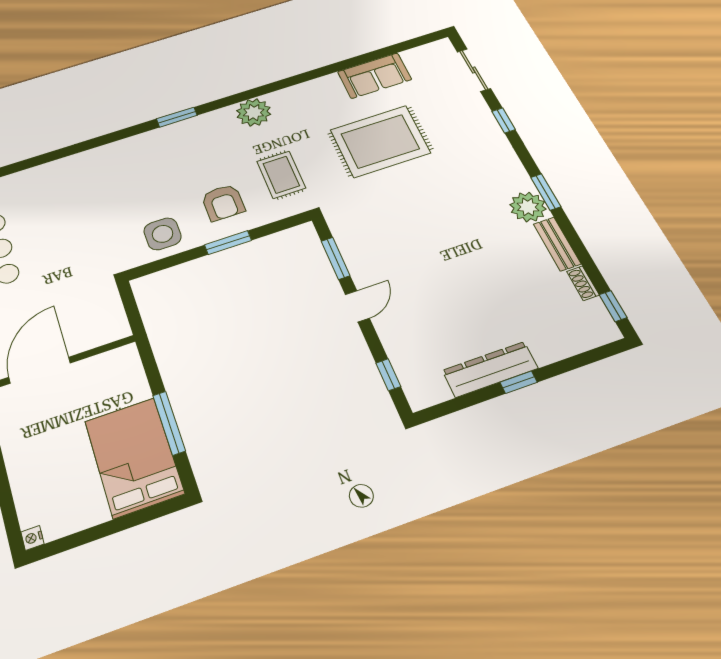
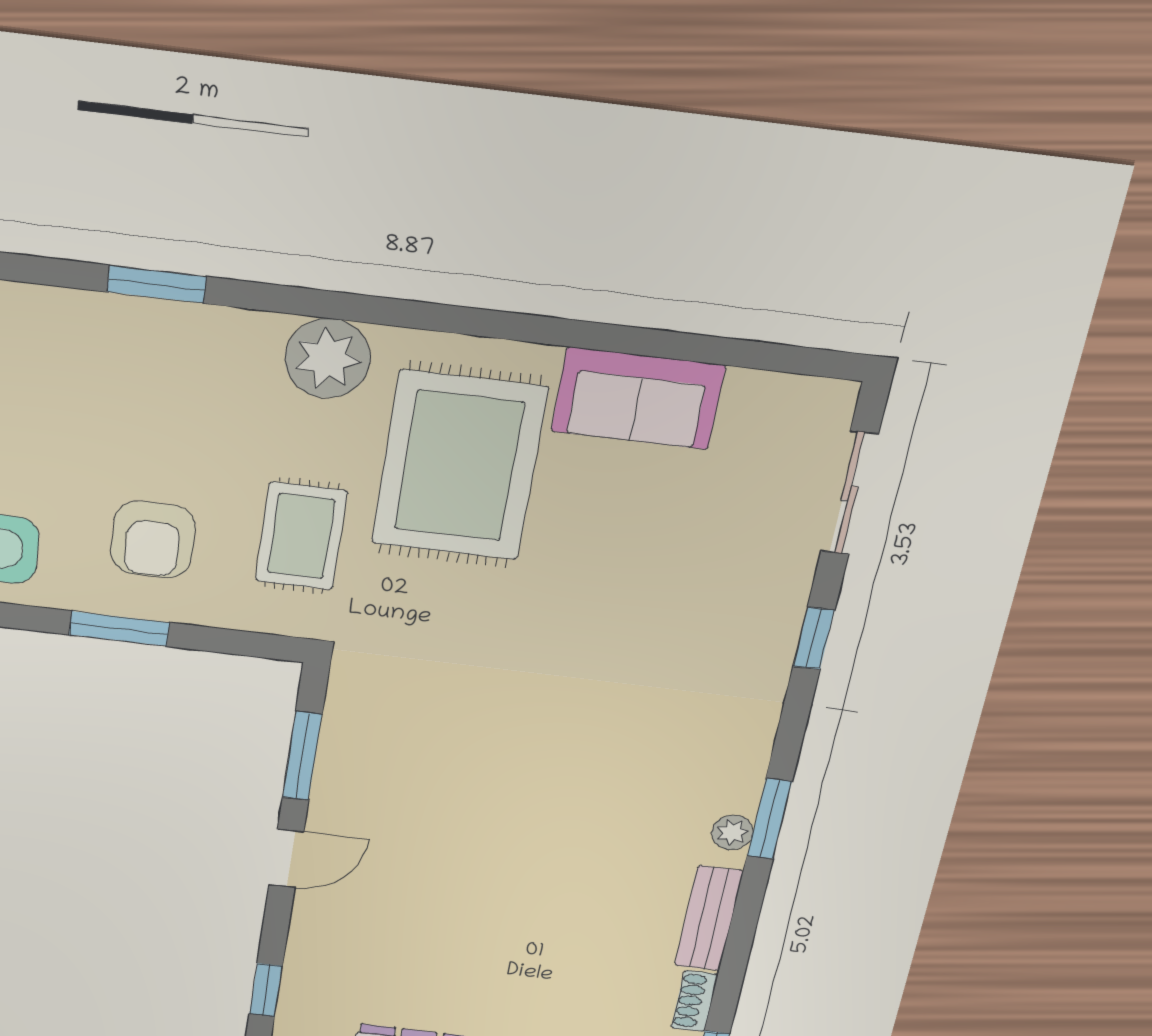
rug: (380, 141) -> (459, 466), moved, turned 90
plant: (528, 207) -> (732, 832), width x0.53, depth x0.53

